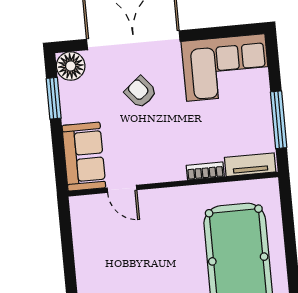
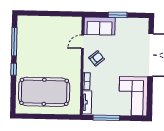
floor lamp: (71, 66) -> (142, 25), removed
armchair: (141, 92) -> (97, 58), moved
window: (54, 98) -> (118, 15), moved

